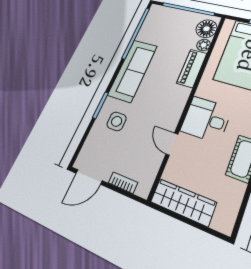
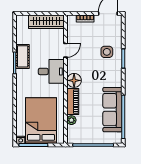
floor lamp: (206, 29) -> (74, 80), moved
sofa: (132, 70) -> (112, 110), moved
door: (172, 144) -> (66, 50), hinge flipped

